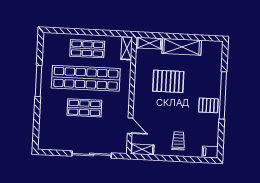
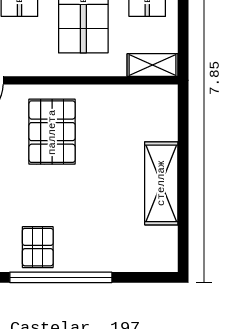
shelving: (149, 43) -> (166, 113), removed
pallet: (168, 81) -> (52, 132), moved

